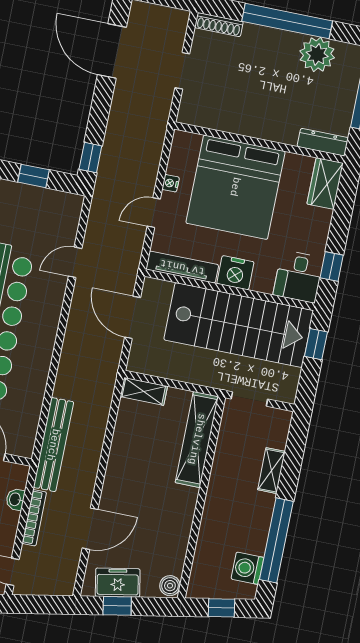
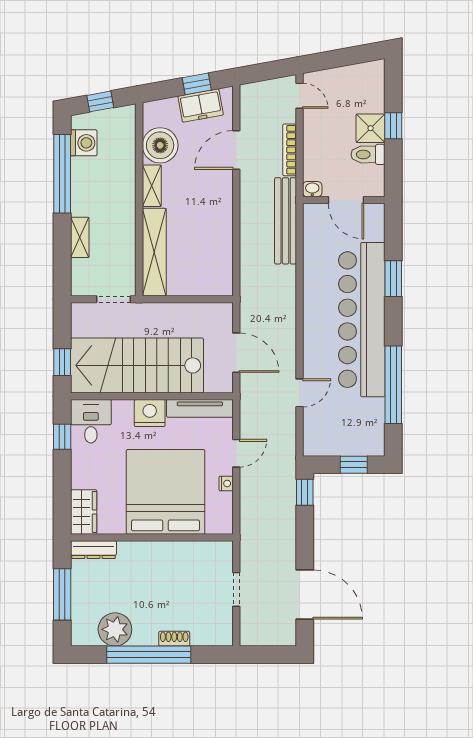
shoe rack: (219, 25) -> (174, 639), moved, width x0.70
shelving: (144, 391) -> (152, 186), moved, turned 90
washbasin: (15, 499) -> (312, 189), moved, turned -90
boiler: (170, 586) -> (160, 145), moved, width x1.86, depth x1.86

